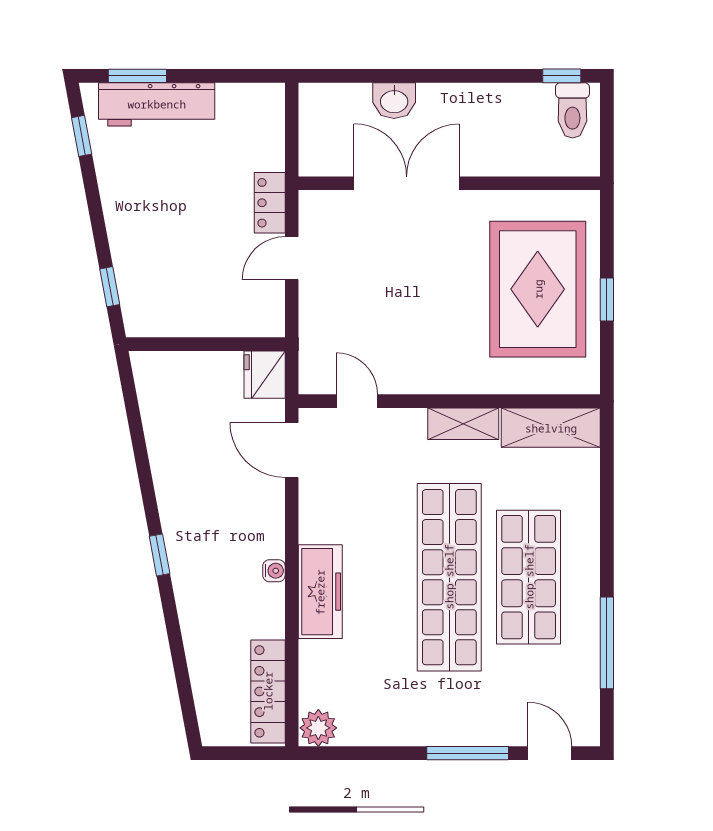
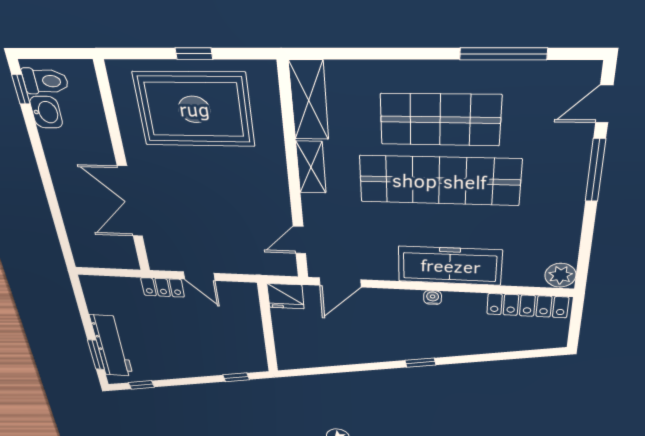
washbasin: (394, 101) -> (46, 112), moved
freezer: (320, 592) -> (450, 266), width x1.36, depth x1.26

